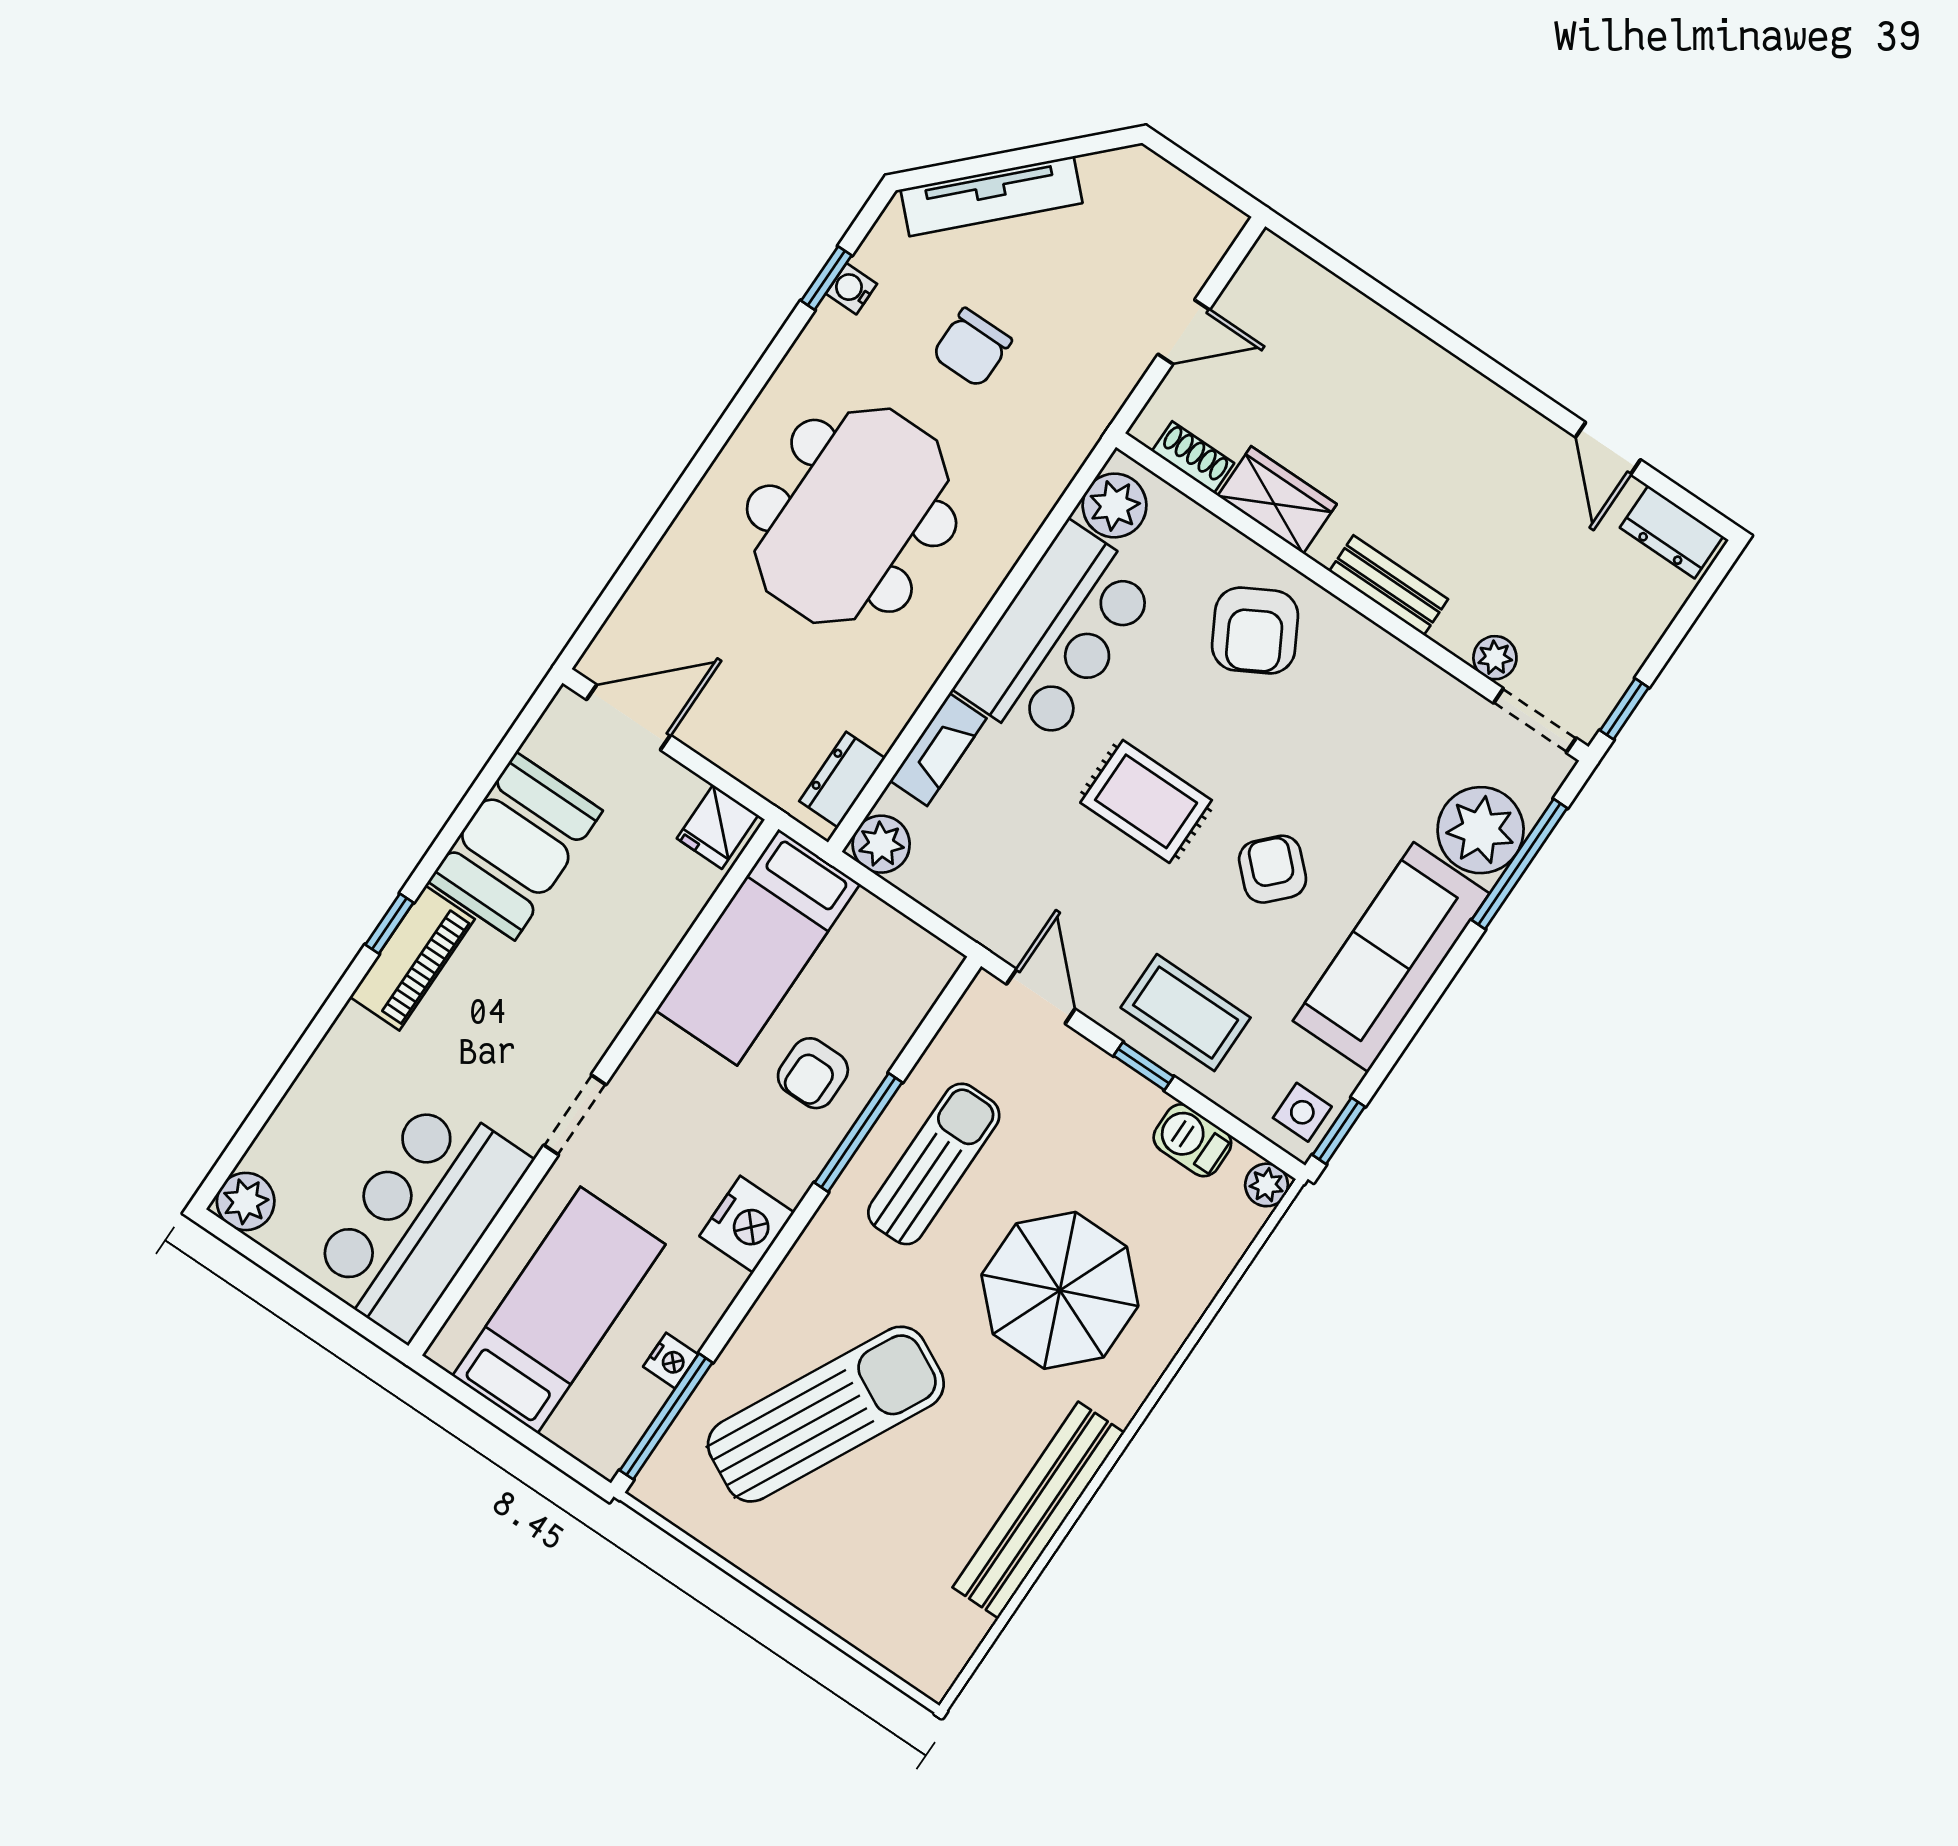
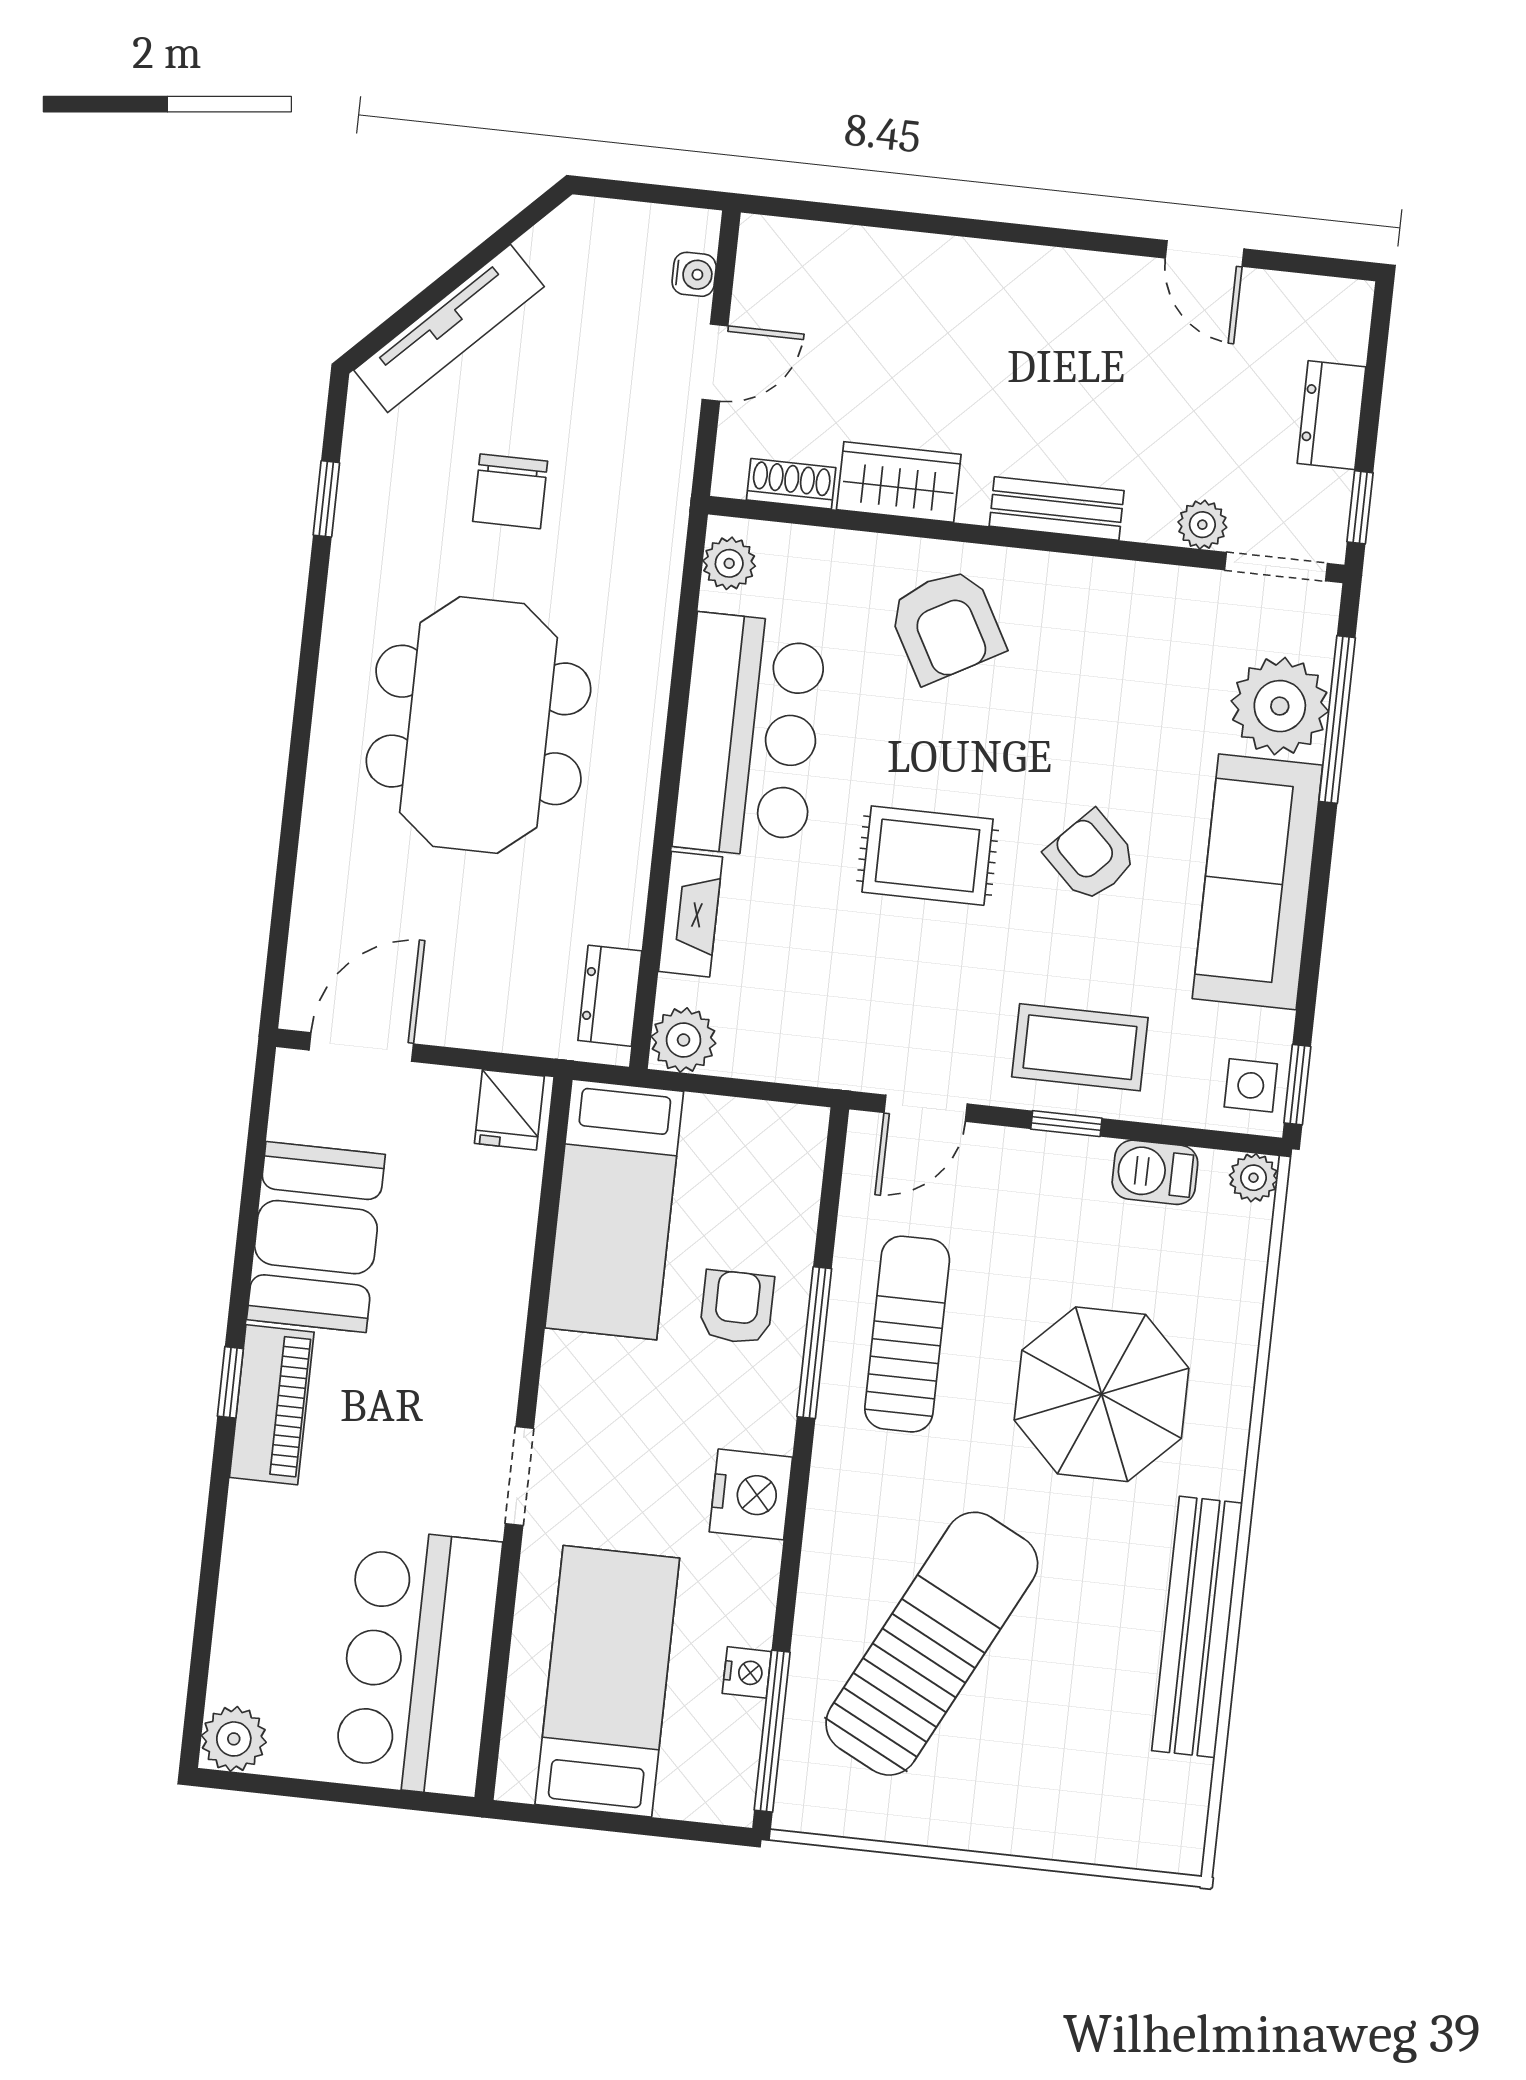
water cooler: (851, 289) -> (694, 274), moved, turned 180
plant: (1115, 505) -> (729, 563), width x0.73, depth x0.73
dresser: (1672, 532) -> (1331, 415), moved, turned 90
door: (1041, 997) -> (926, 1108), swing flipped
armchair: (813, 1073) -> (737, 1307), turned 180

